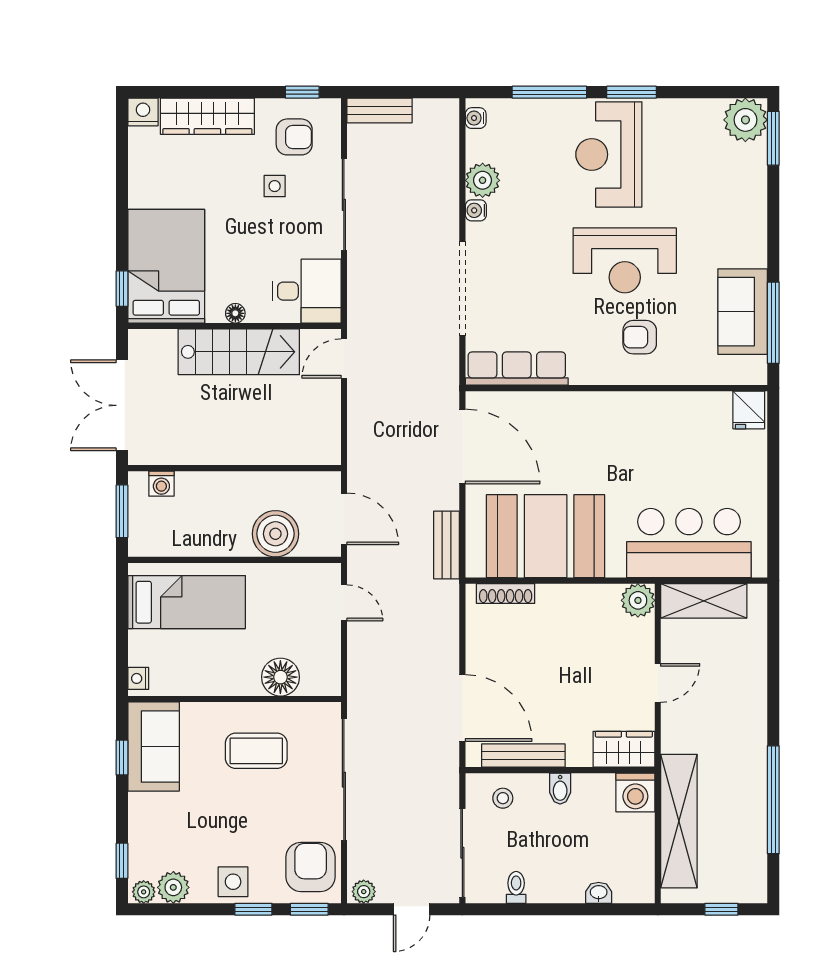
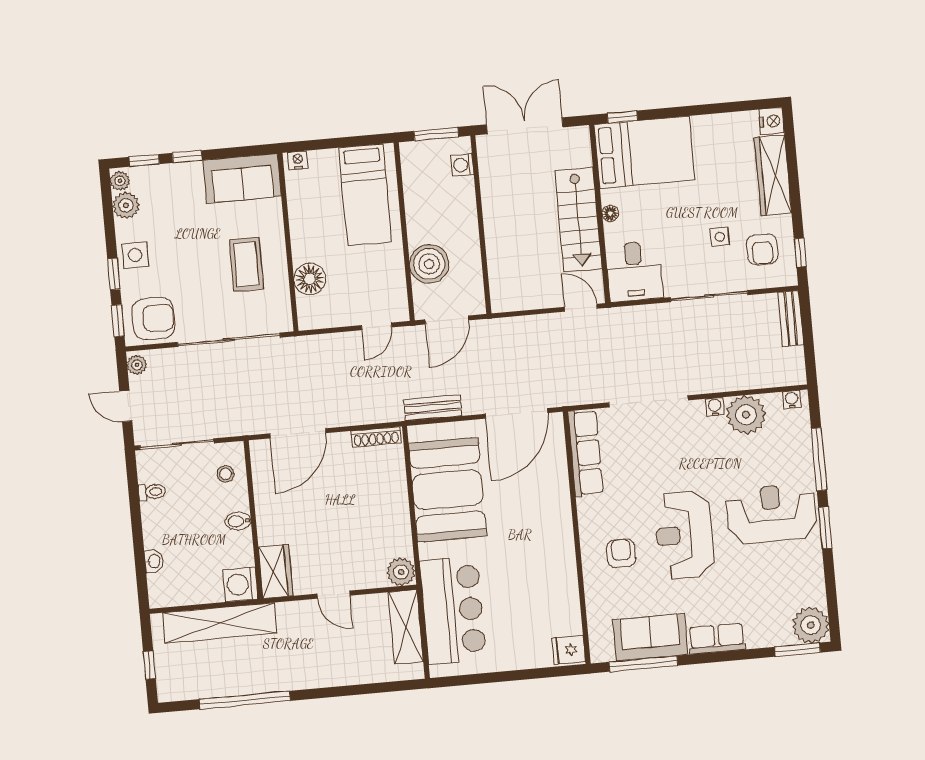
plant: (483, 180) -> (746, 415), width x1.36, depth x1.36
row of seats: (751, 233) -> (717, 639), added
shoe rack: (506, 593) -> (376, 437), moved, turned -90
bench: (523, 755) -> (263, 488), removed
window: (122, 757) -> (187, 157), moved

